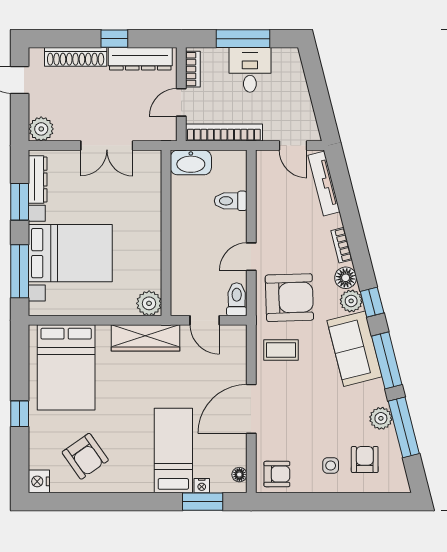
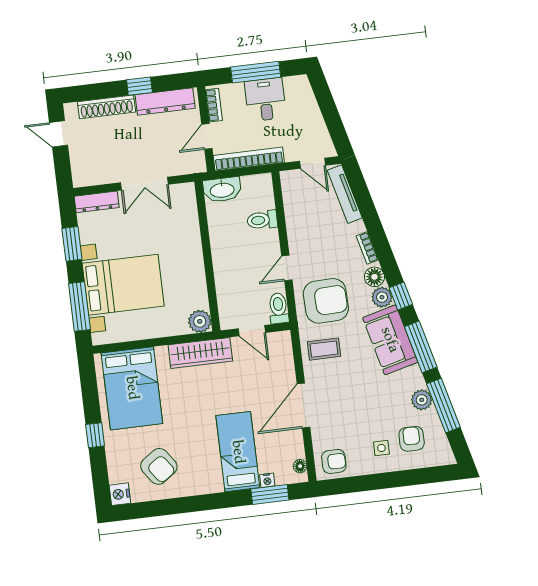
plant: (41, 129) -> (83, 176), removed
dresser: (38, 180) -> (97, 202), moved, turned 90

